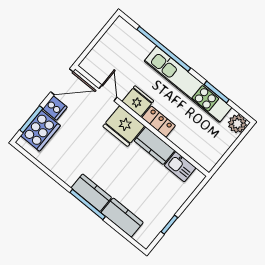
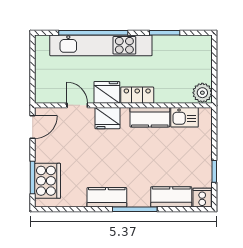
door: (62, 82) -> (33, 127), width x0.73
kitchen unit: (188, 84) -> (101, 45), moved
cooker: (55, 108) -> (202, 198), moved, turned -90
plant: (237, 124) -> (202, 93), moved
fridge: (124, 126) -> (107, 118), width x0.73, depth x0.75
kitchen counter: (91, 193) -> (107, 197), moved

